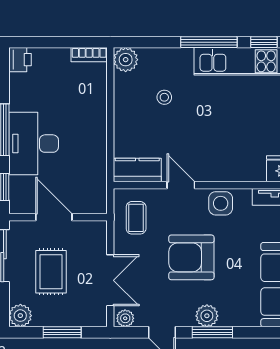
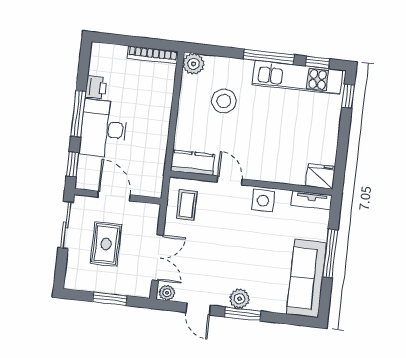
bookcase: (89, 55) -> (153, 55), width x1.56
printer: (20, 60) -> (96, 87), moved
stool: (164, 97) -> (224, 101), width x1.89, depth x1.89
armchair: (191, 257) -> (232, 246), removed
plant: (20, 316) -> (74, 280), removed

